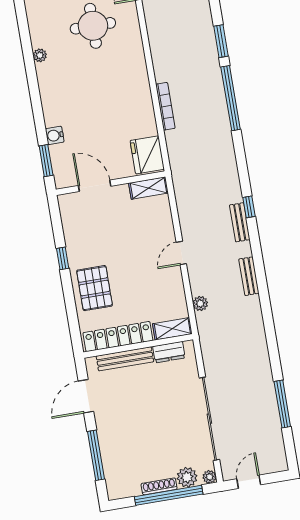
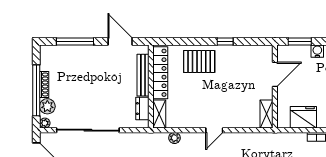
fridge: (147, 155) -> (303, 117), moved
door: (181, 253) -> (214, 130), swing flipped

